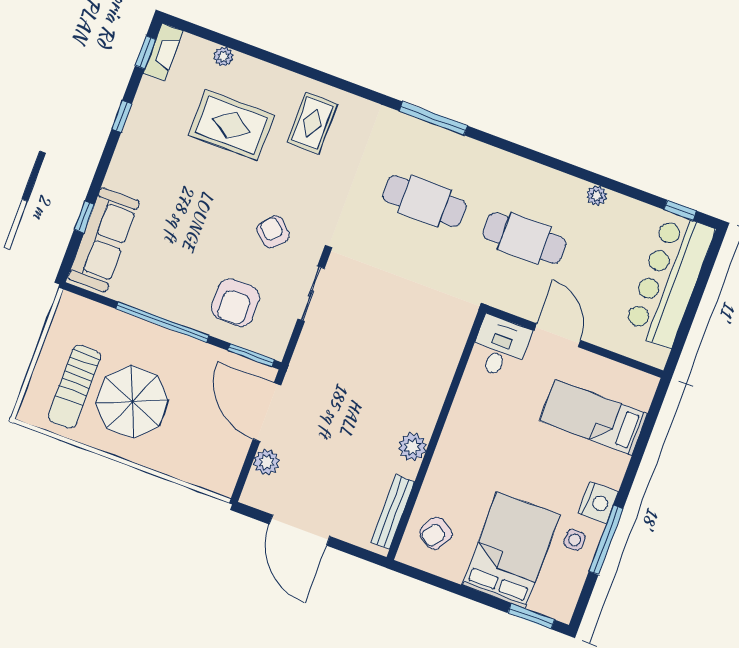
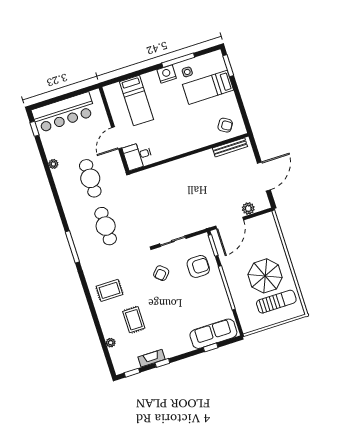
fireplace: (163, 52) -> (152, 358), moved
rug: (231, 125) -> (134, 320), width x0.73, depth x0.70
plant: (412, 447) -> (200, 159), removed
bed: (511, 550) -> (208, 87), width x0.67

